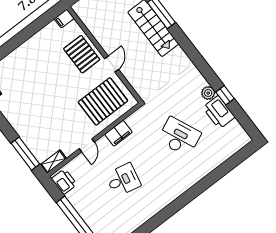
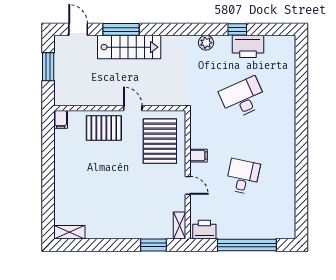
plant: (208, 93) -> (206, 43), moved
filing cabinet: (118, 133) -> (199, 156), width x0.50
window: (25, 154) -> (154, 245), width x0.69

